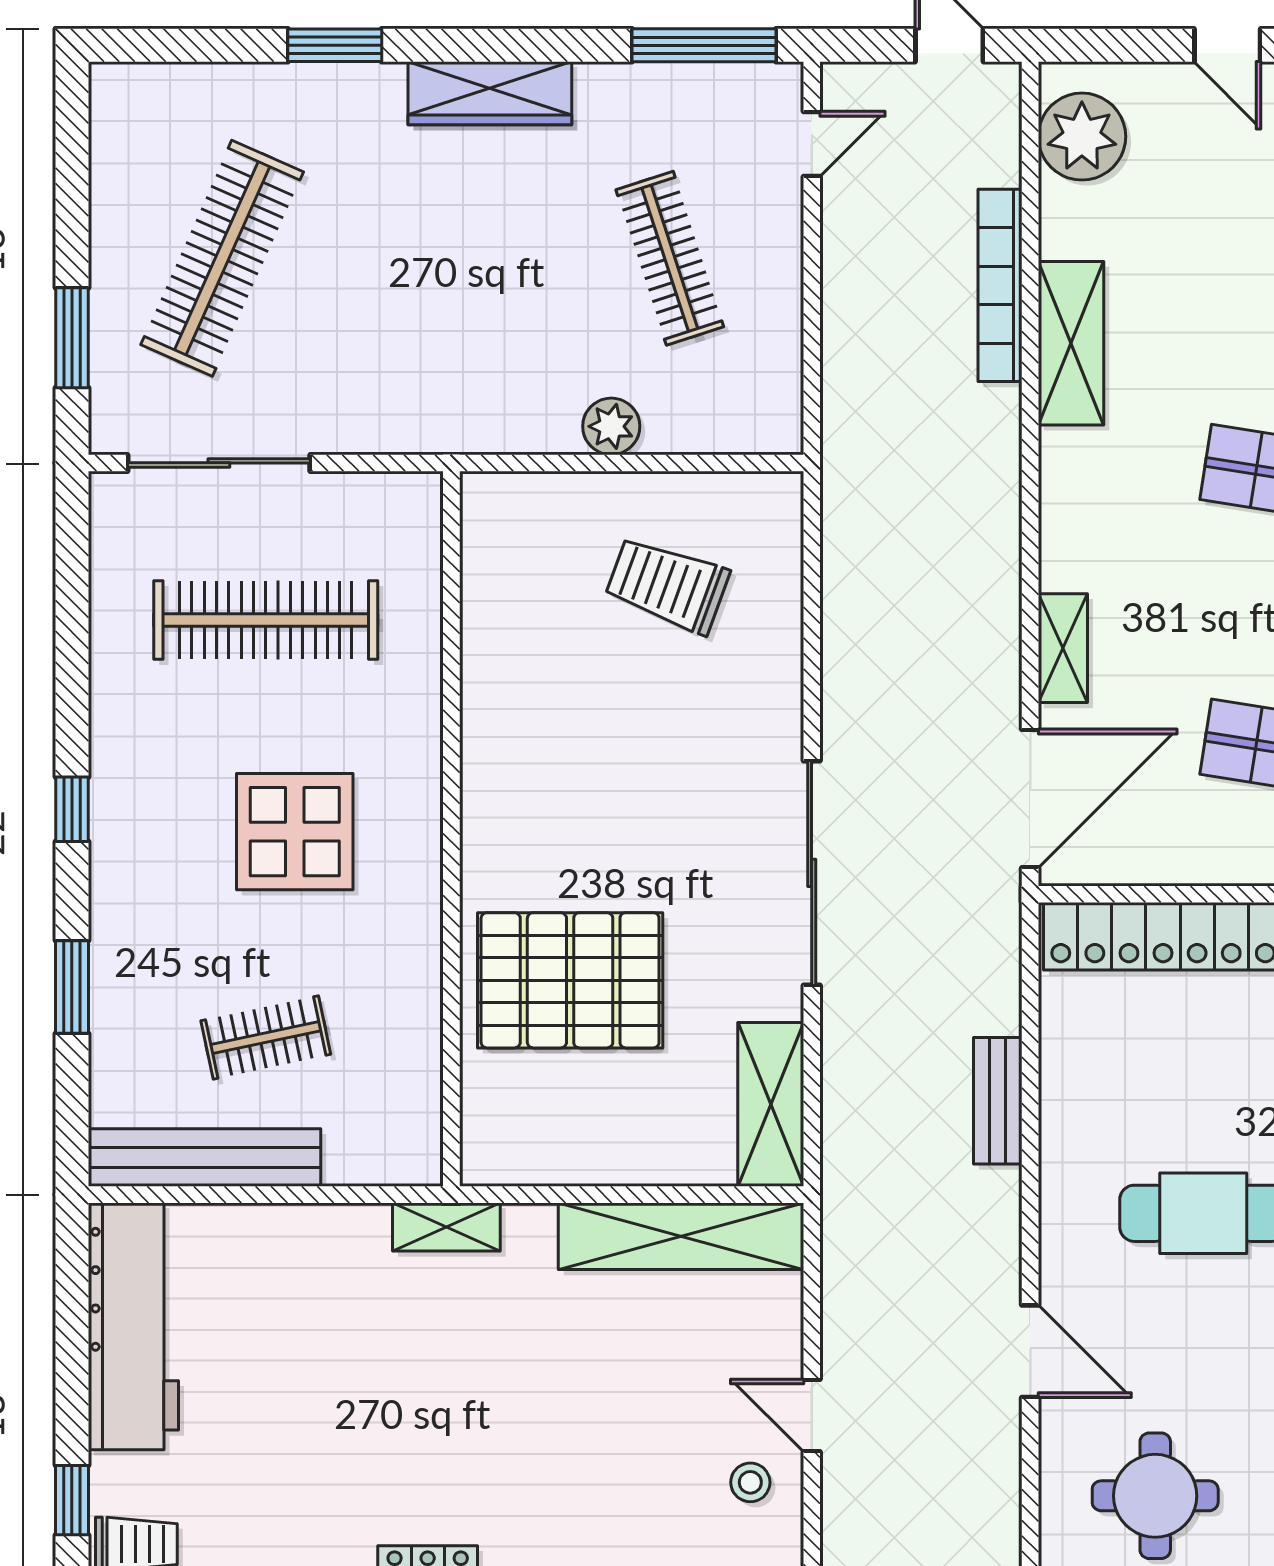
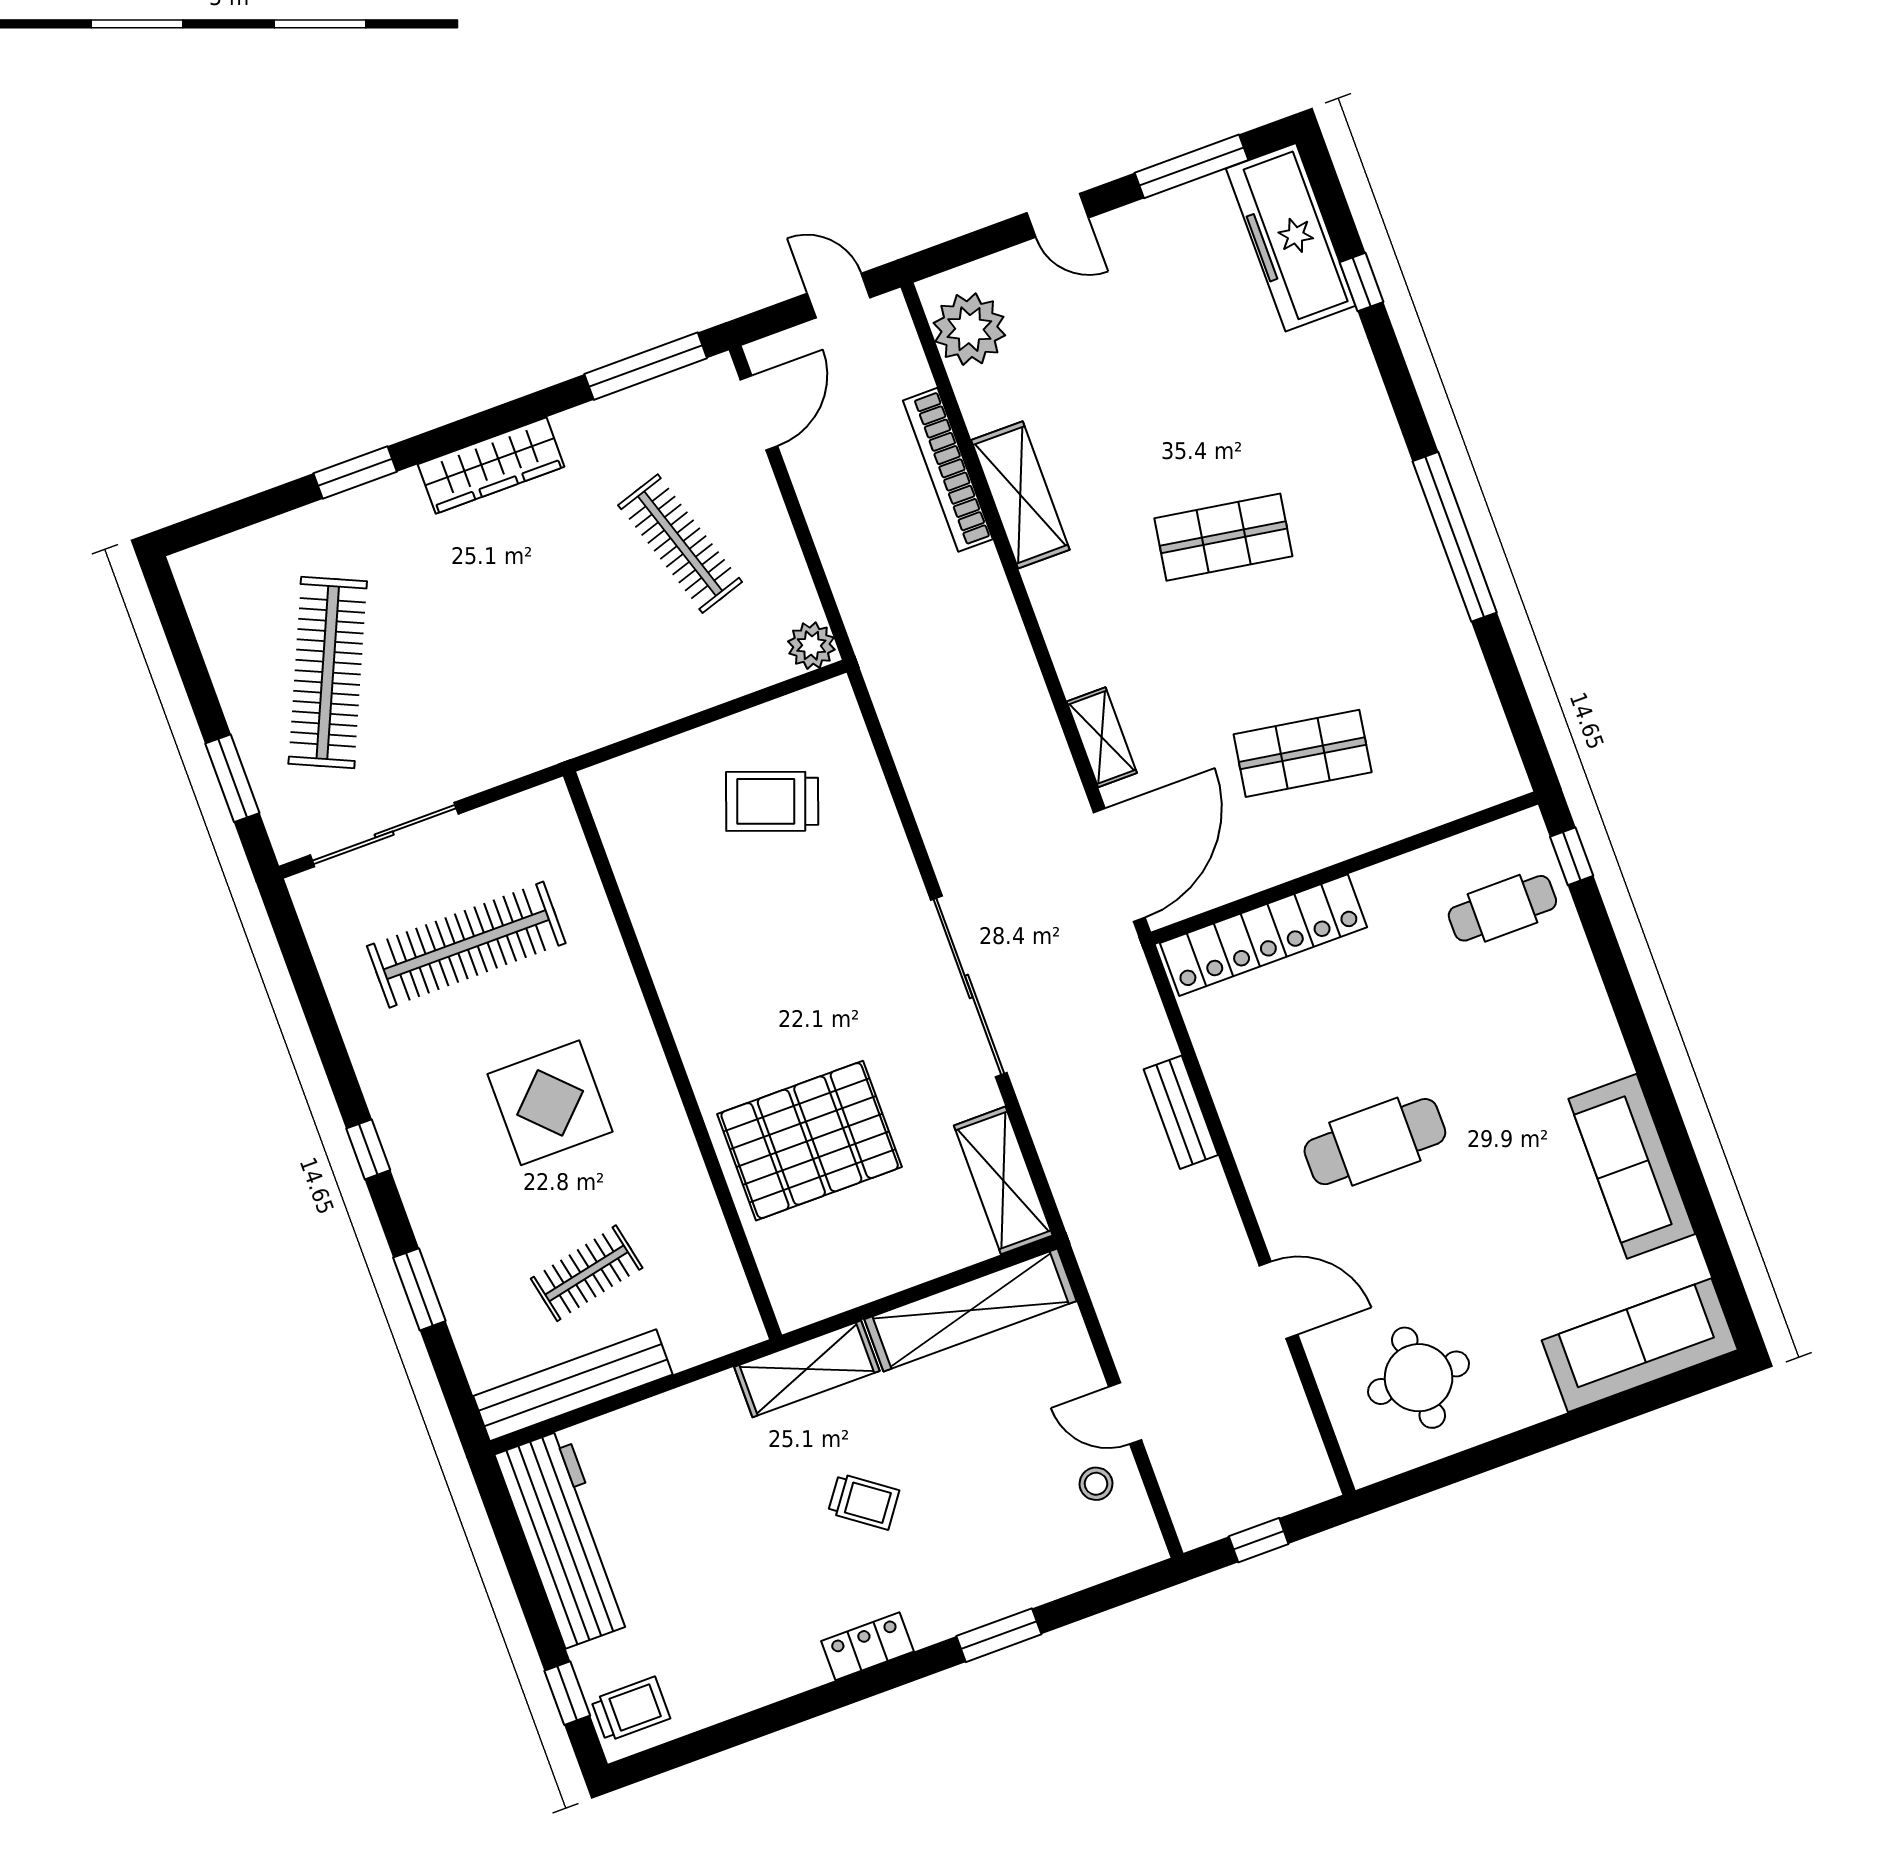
door: (812, 144) -> (759, 413), width x1.38
plant: (611, 426) -> (811, 646), moved
shelving: (446, 1227) -> (807, 1369), width x1.50, depth x1.33
trolley: (483, 1407) -> (864, 1502), added

